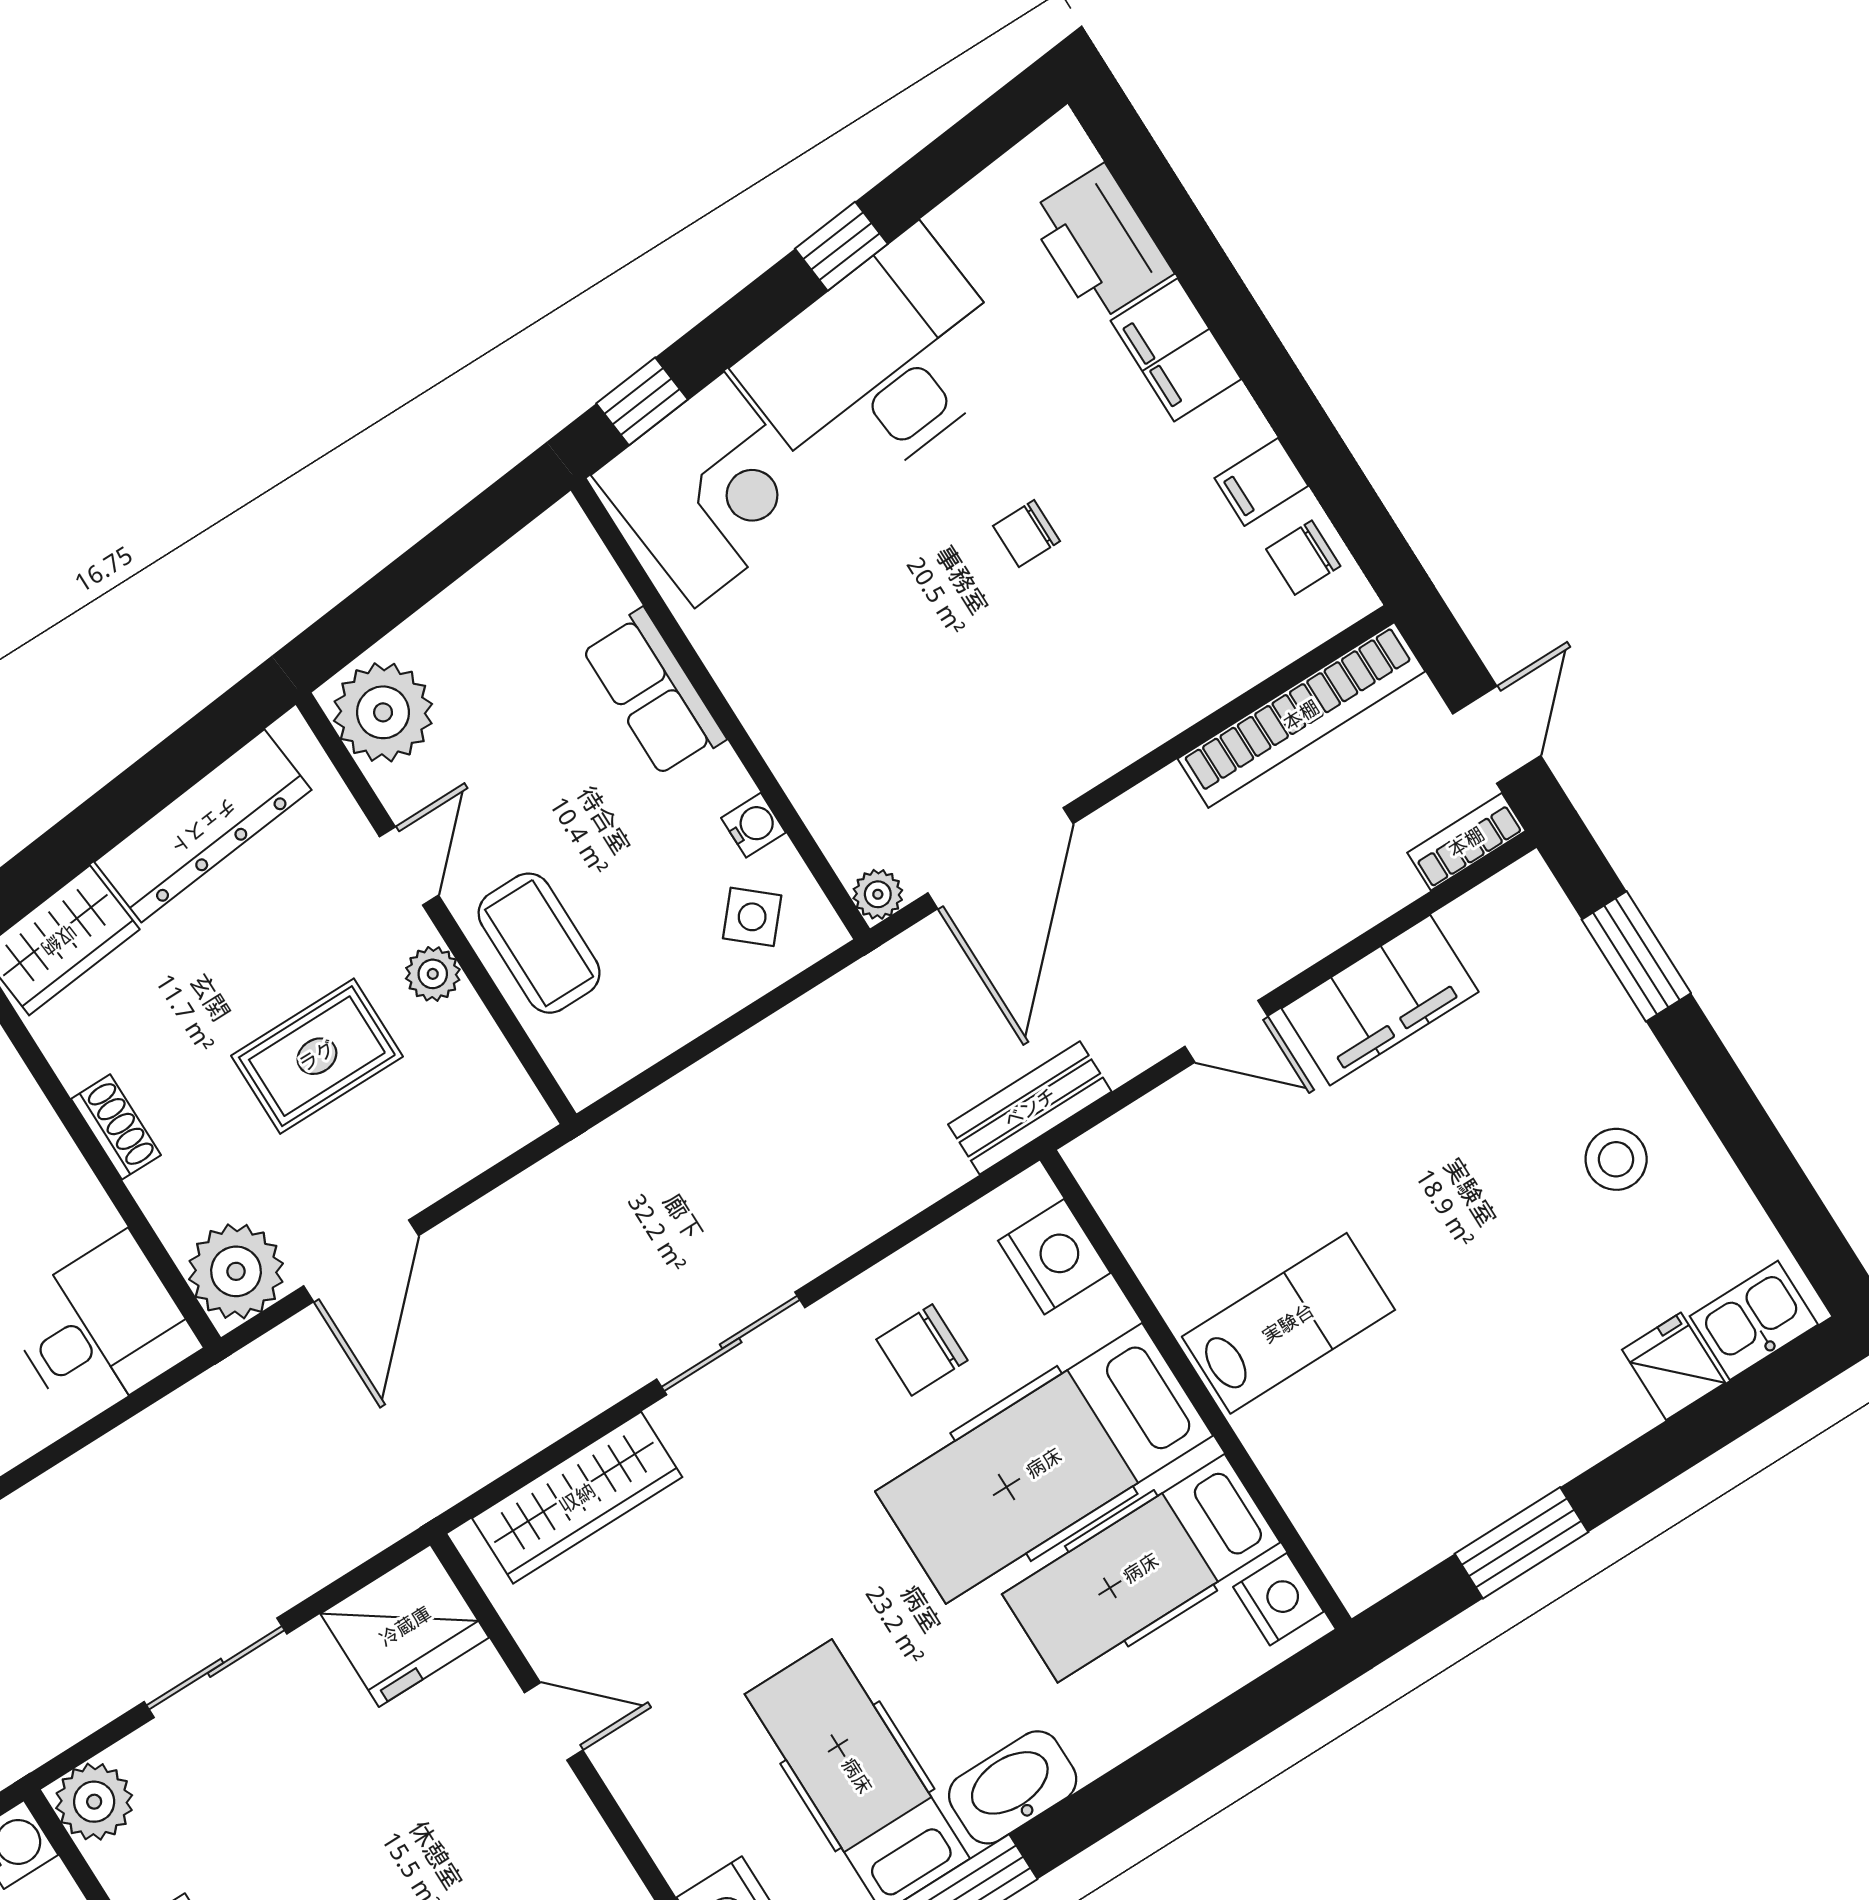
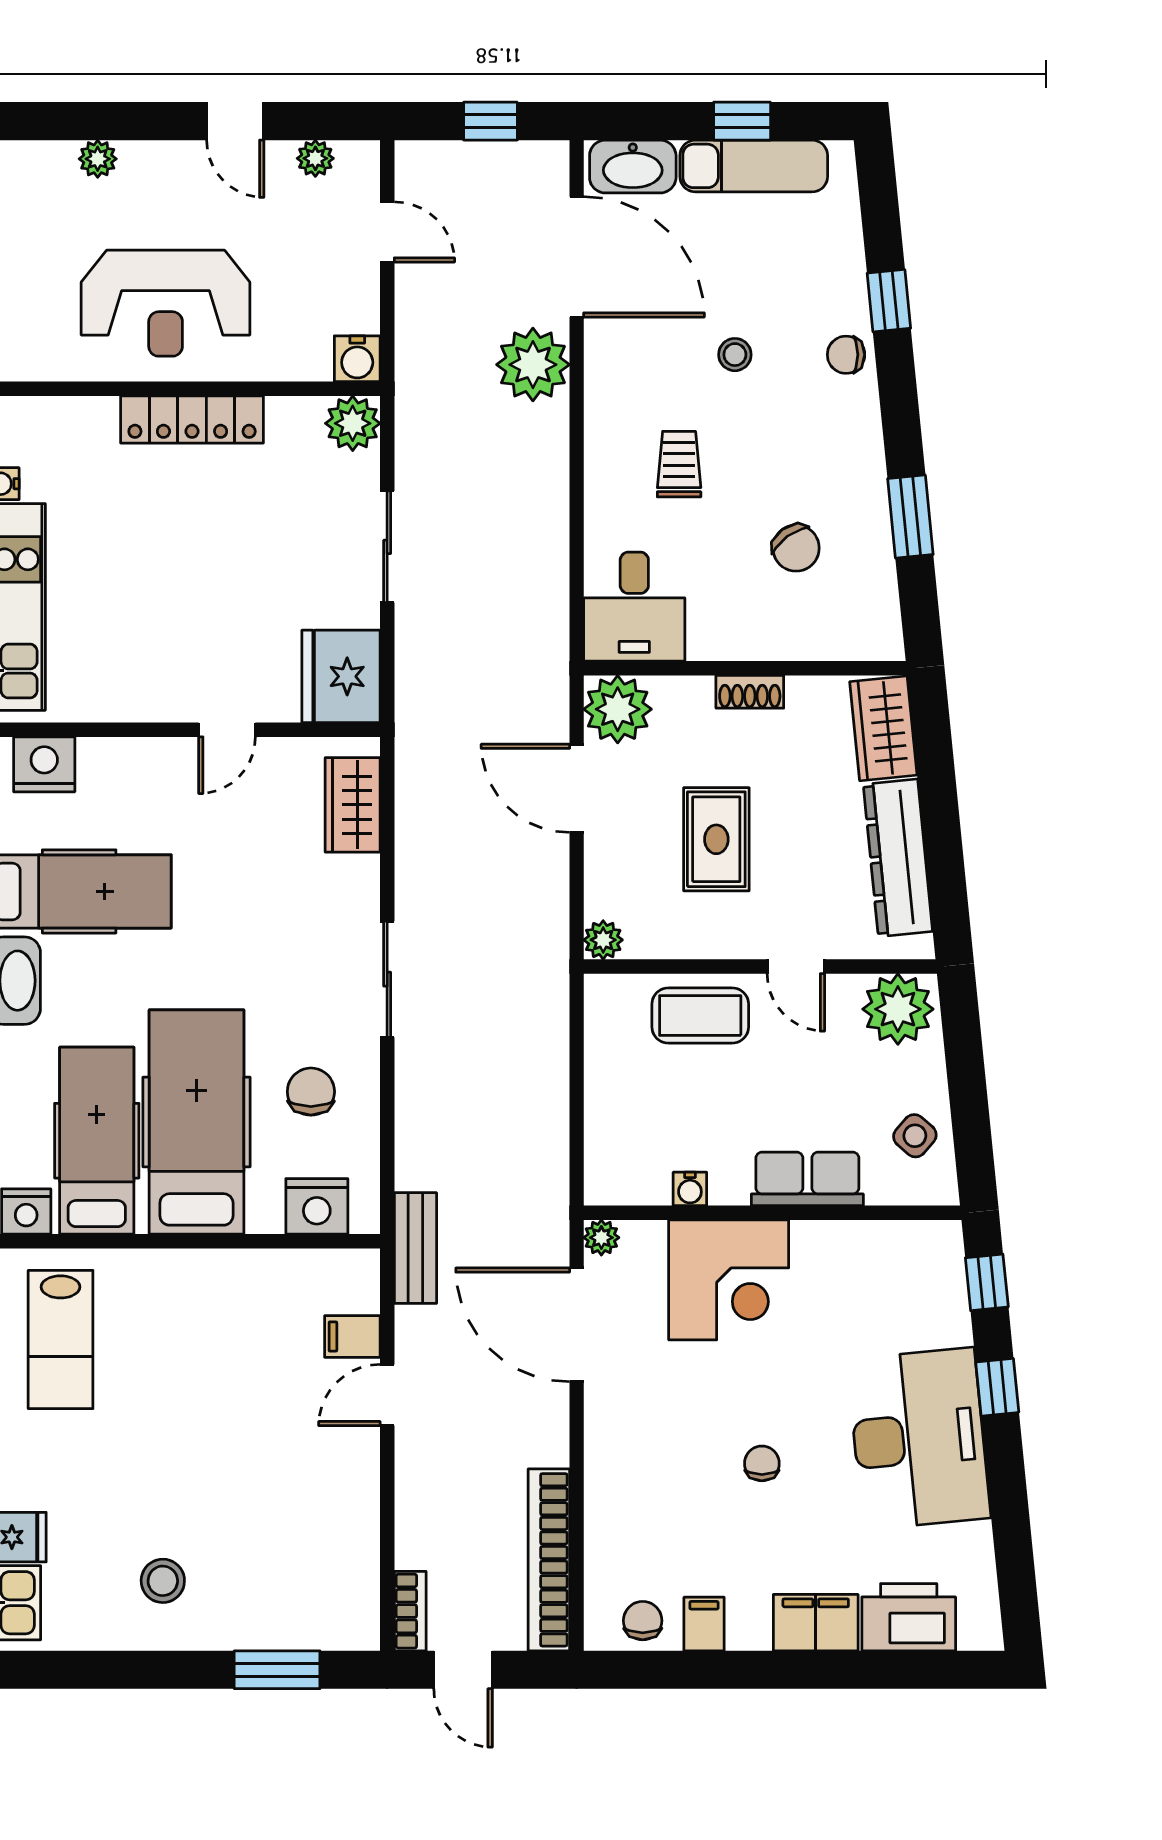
window: (841, 246) -> (997, 1387), moved
corner desk: (709, 490) -> (729, 1280), moved, turned -84
side table: (752, 917) -> (915, 1136), moved
plant: (433, 974) -> (603, 940), moved
filing cabinet: (1380, 1000) -> (352, 1337), moved, width x0.33, depth x0.86
lab bench: (1288, 1323) -> (61, 1339), moved
wardrobe: (577, 1498) -> (353, 805), width x0.67

